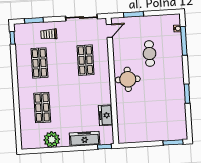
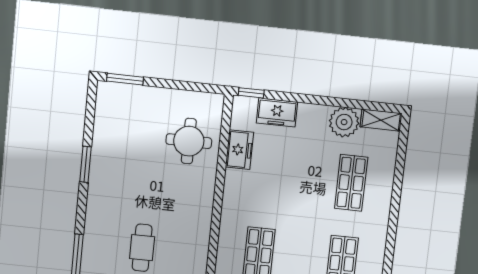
round table: (128, 79) -> (189, 141), moved
freezer: (85, 139) -> (277, 112), width x0.71
shelving: (32, 144) -> (381, 120), added

